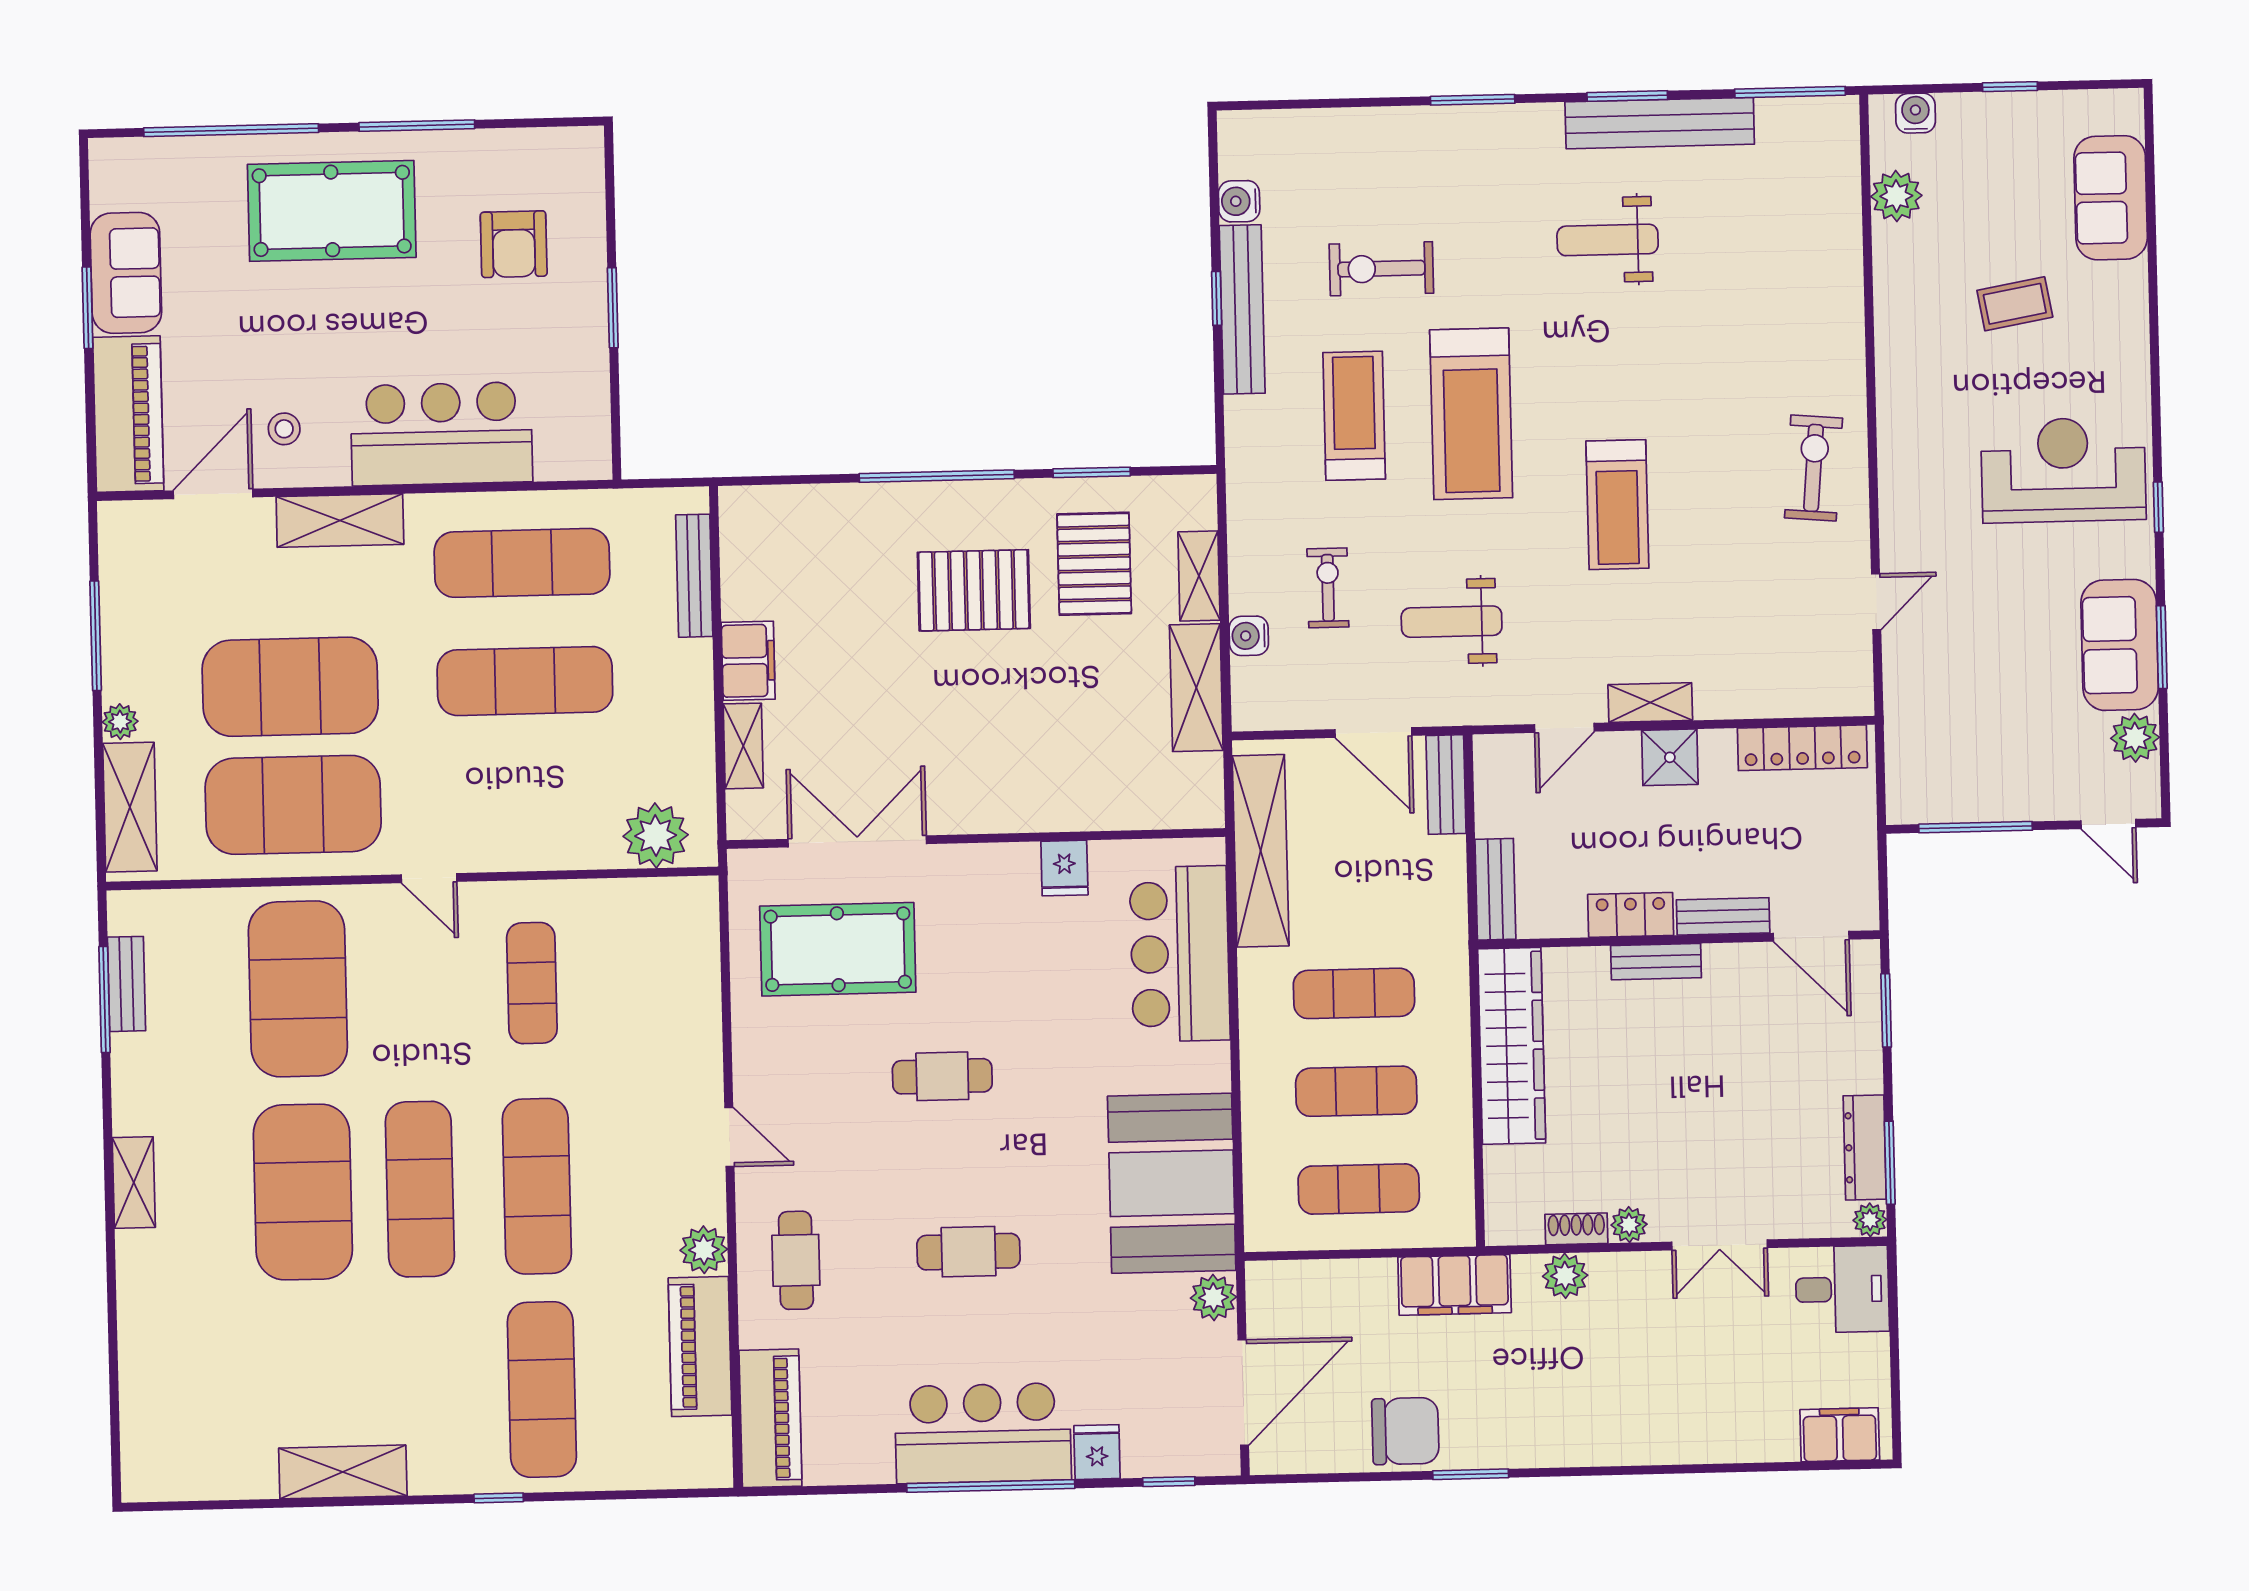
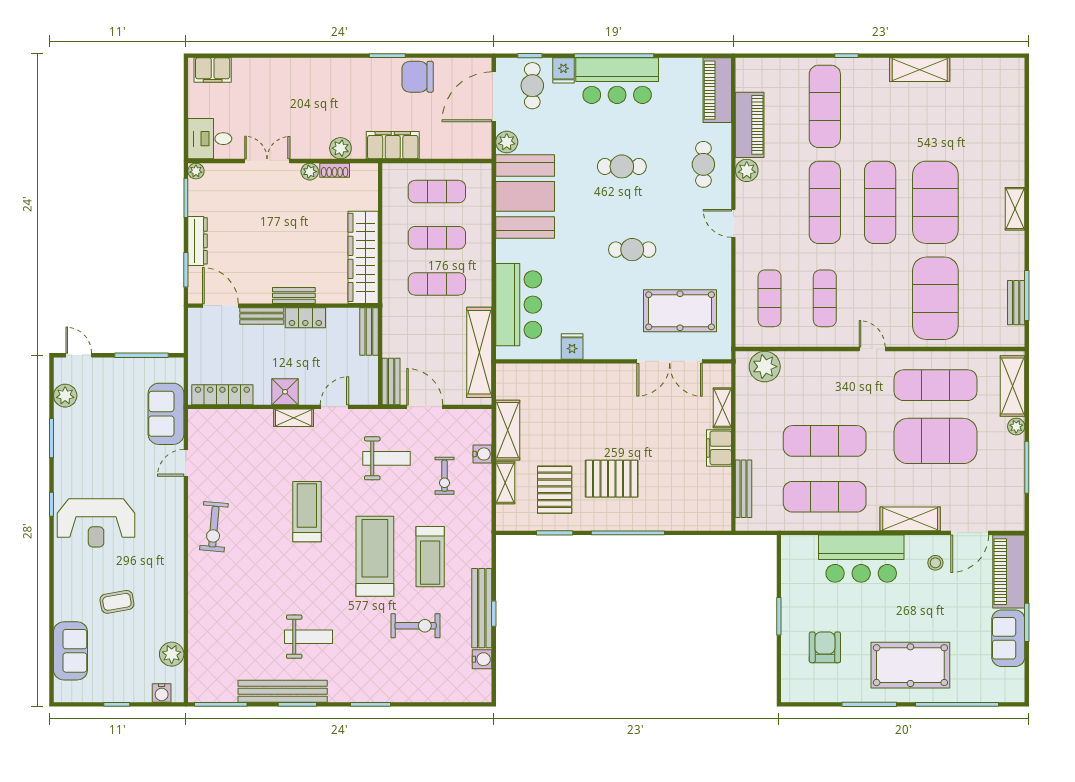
sofa: (2120, 645) -> (166, 414), moved, turned 180
exercise mat: (293, 805) -> (936, 385), width x0.68
exercise mat: (649, 980) -> (770, 298), added
dresser: (1865, 1147) -> (198, 241), moved
cafe table: (1162, 1418) -> (532, 86), added

